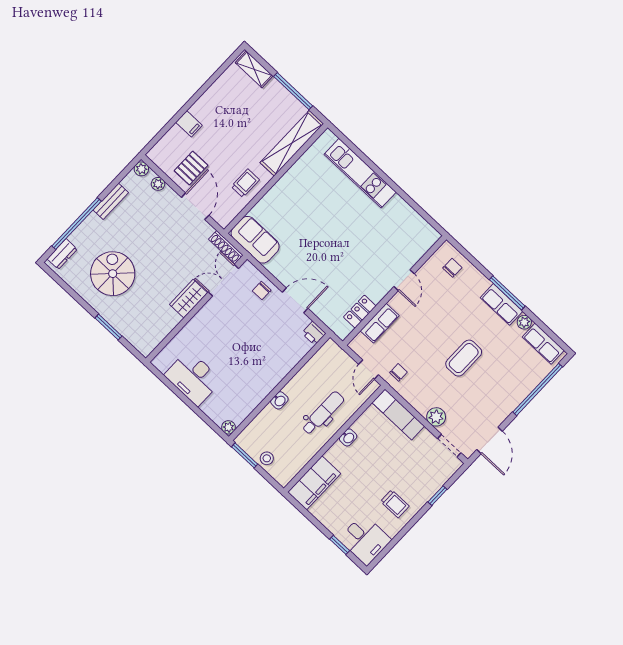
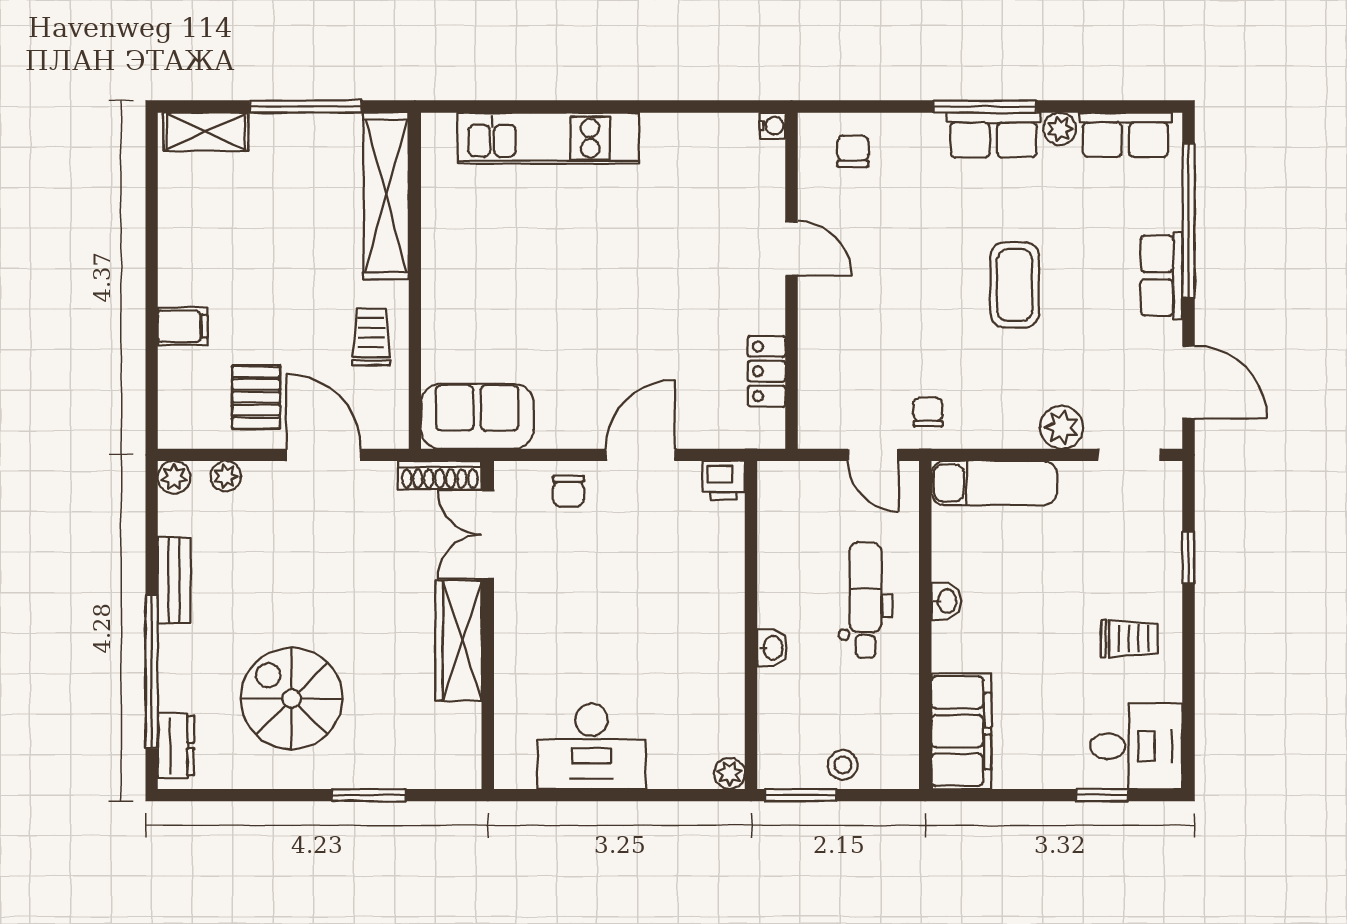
water cooler: (435, 236) -> (773, 126), added
wardrobe: (188, 299) -> (459, 641), width x1.50
row of seats: (380, 323) -> (1161, 276), moved, turned 180

